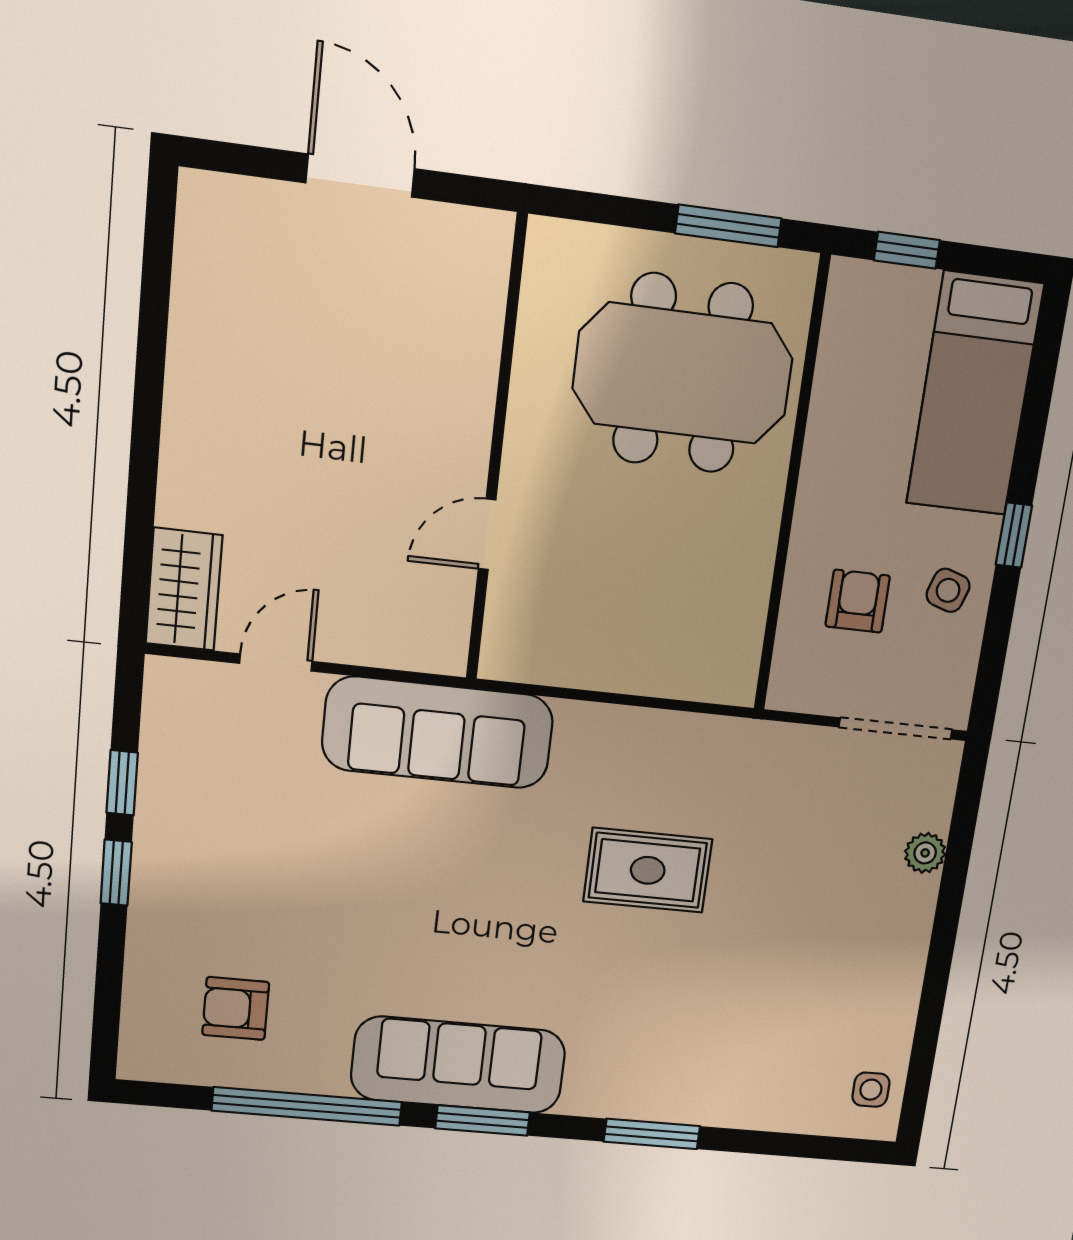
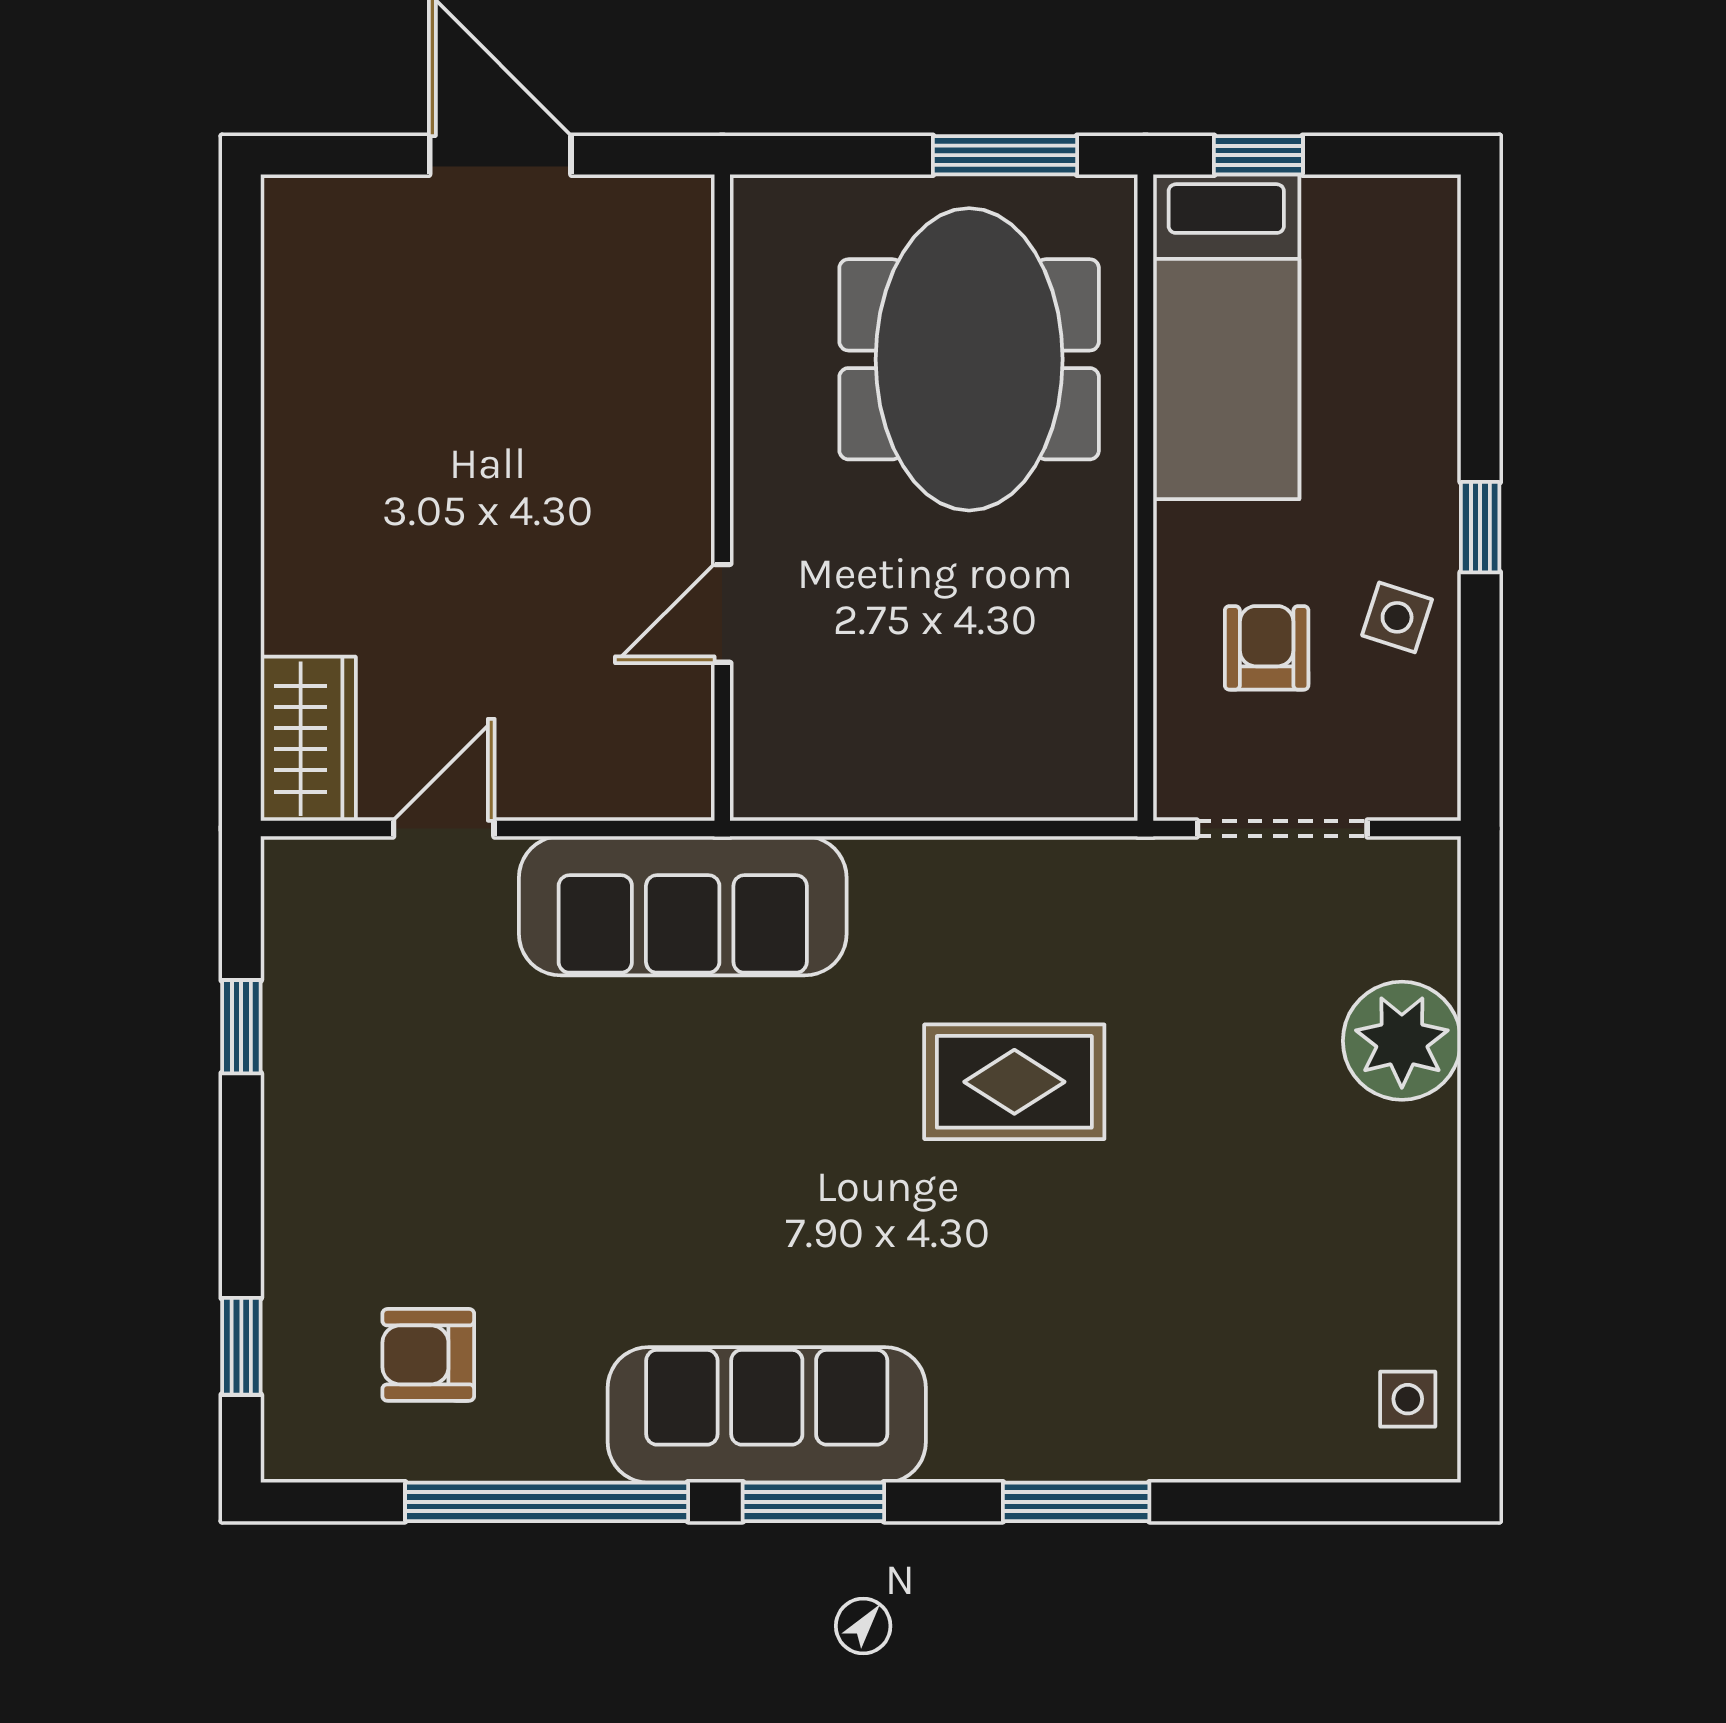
meeting table: (683, 373) -> (969, 359), turned 90
bed: (975, 394) -> (1226, 337), moved
doorway: (896, 728) -> (1282, 829), moved
plant: (925, 853) -> (1402, 1041), width x1.88, depth x1.88
window: (116, 873) -> (241, 1346), moved

